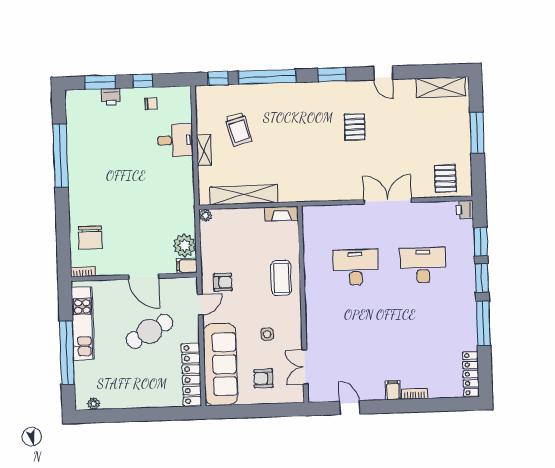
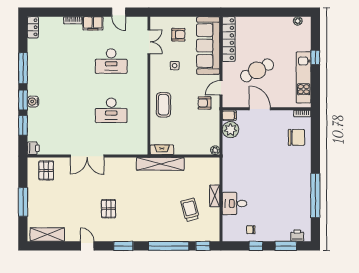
printer: (111, 97) -> (297, 236), moved
shelving: (244, 195) -> (160, 164), moved
chair: (90, 238) -> (296, 137), turned 90
desk: (423, 265) -> (111, 61), moved
water cooler: (467, 276) -> (33, 102), added
window: (67, 353) -> (315, 57), width x0.32
locker: (471, 374) -> (33, 27), width x0.66
filing cabinet: (393, 390) -> (93, 23), width x2.00

